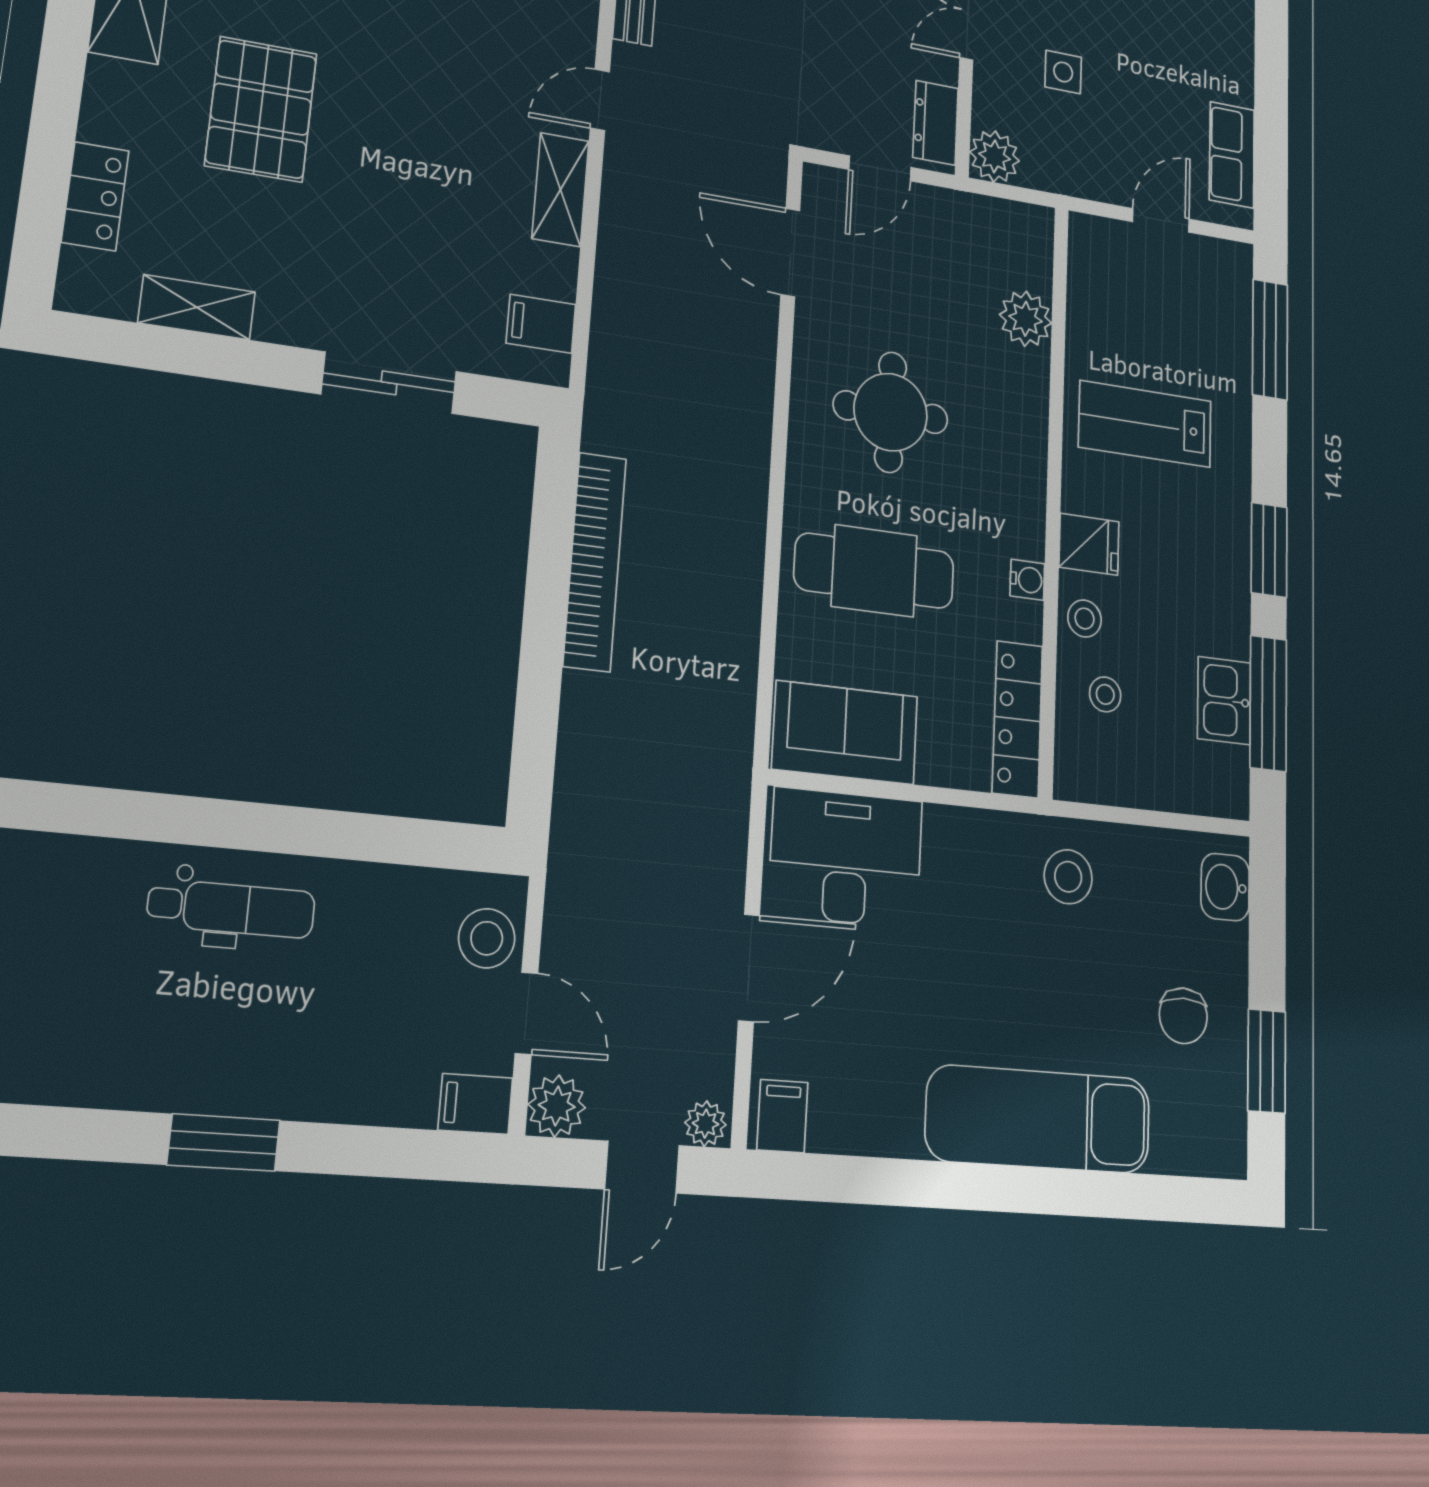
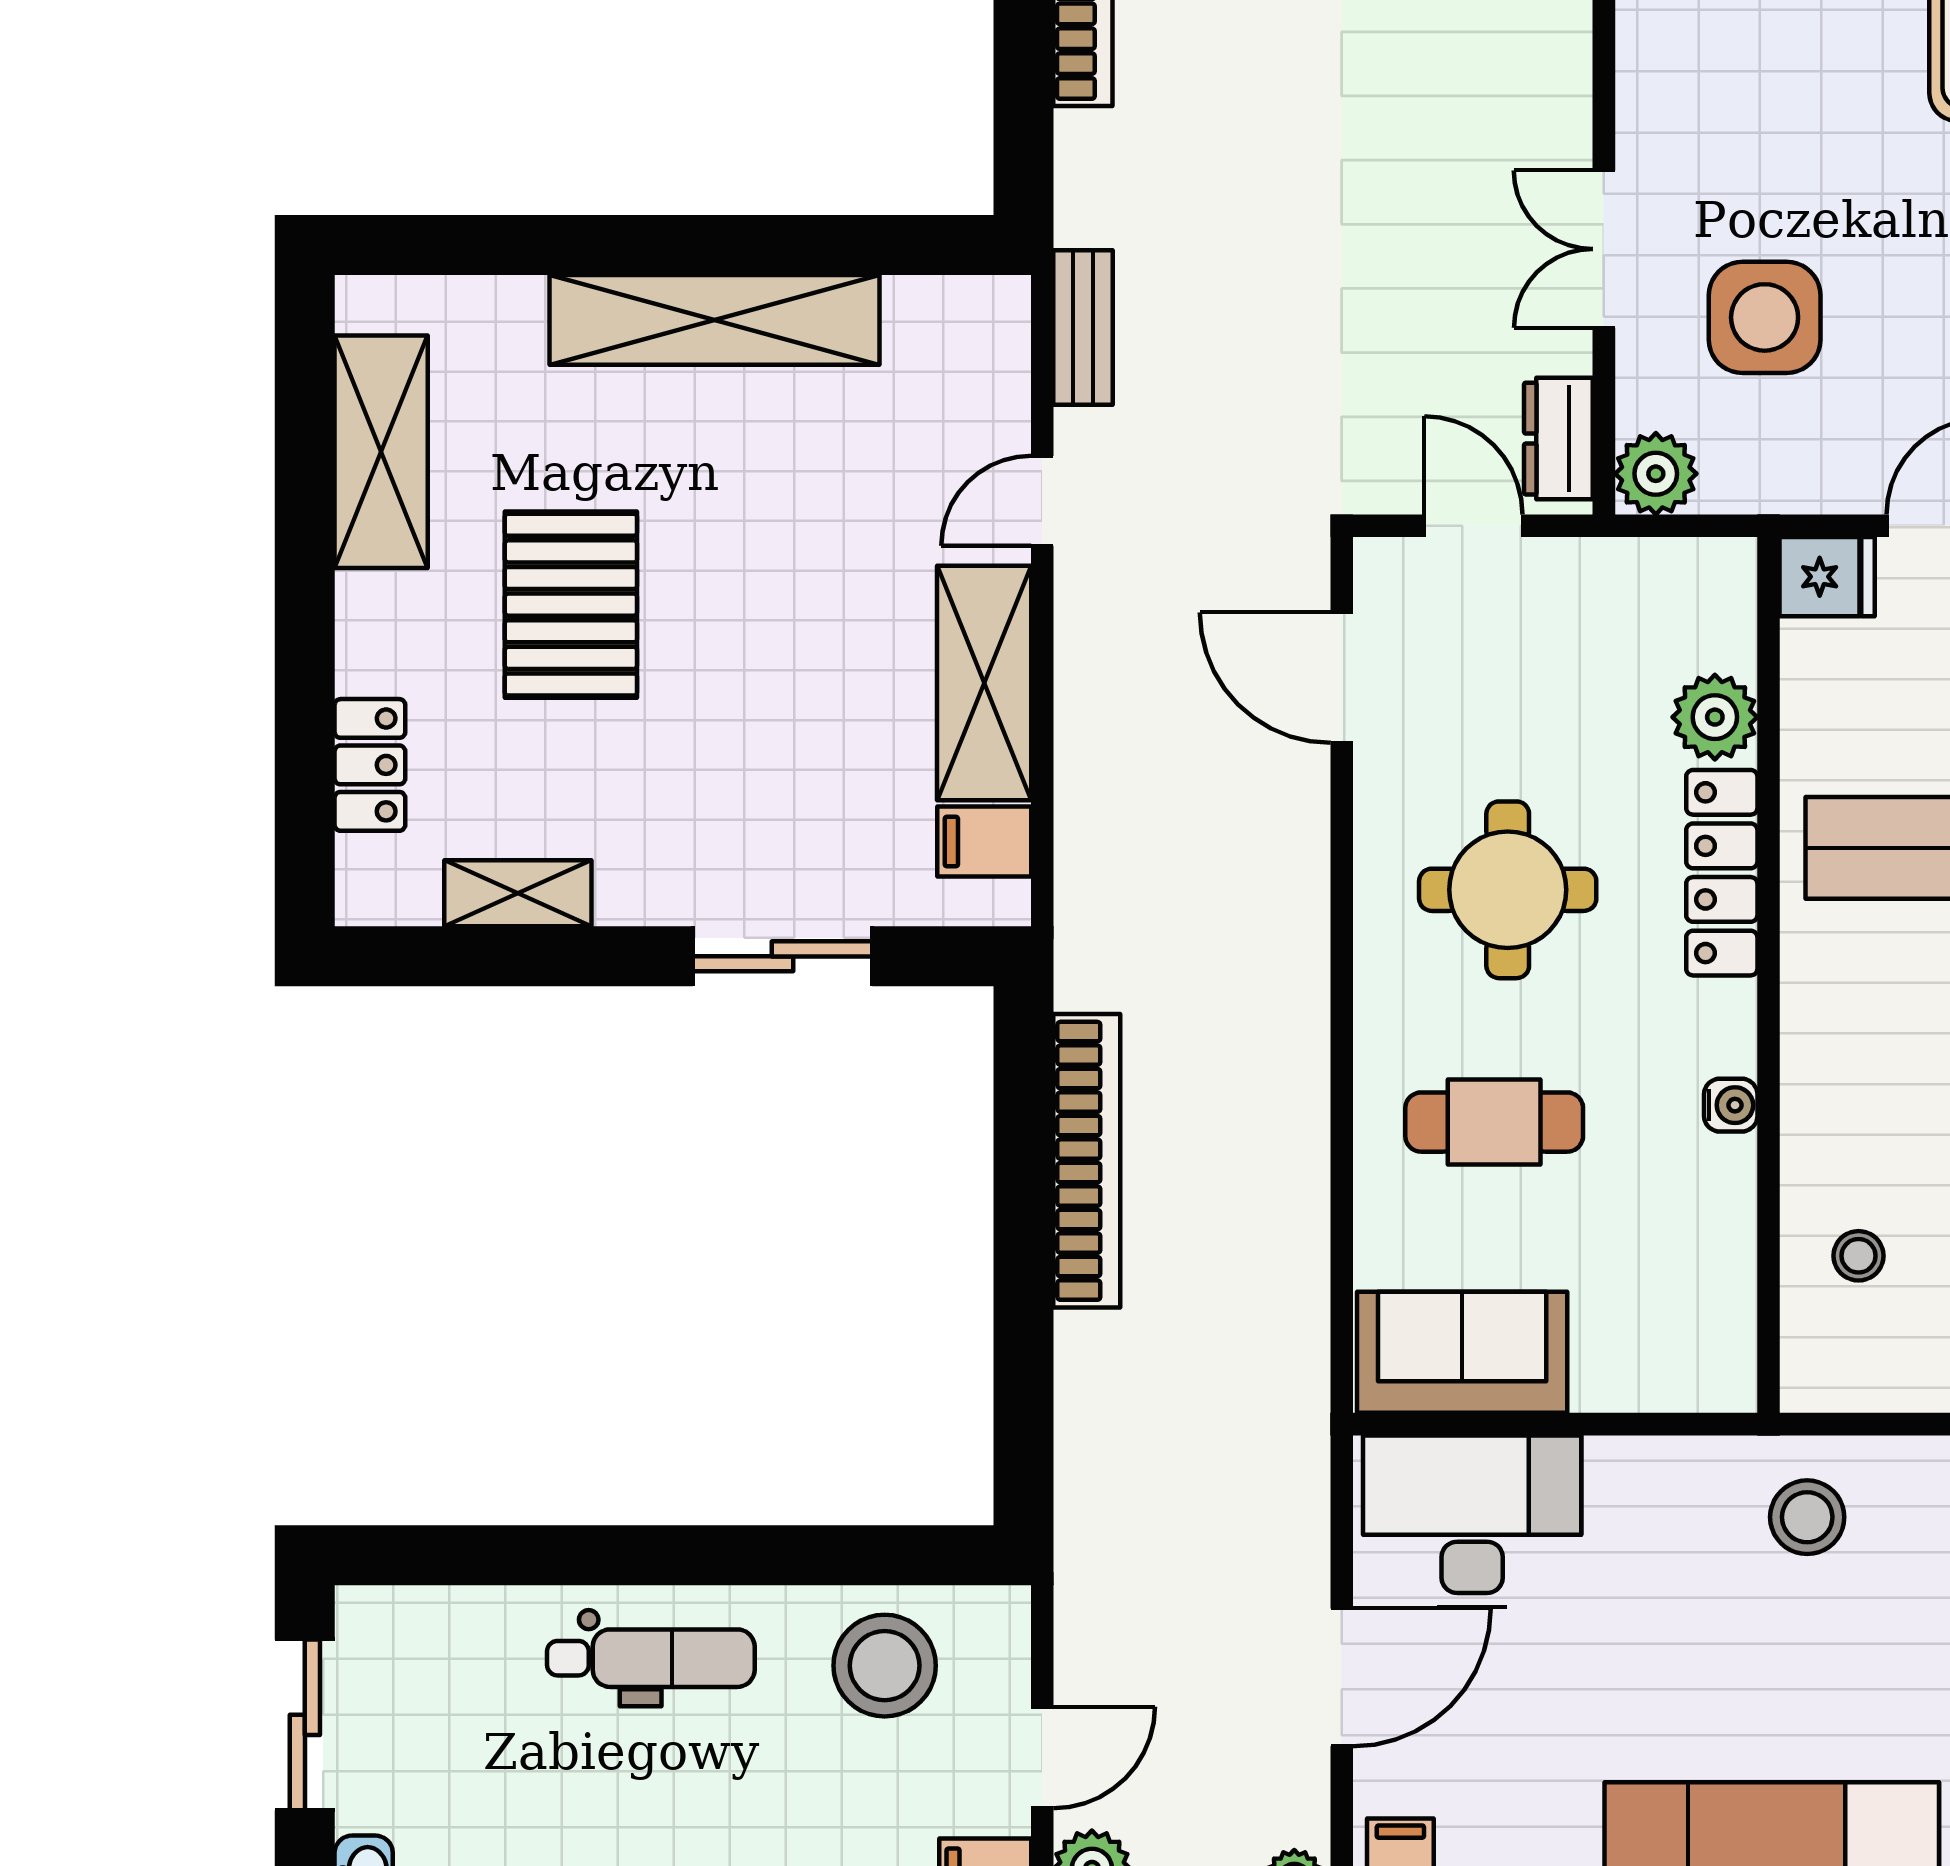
side table: (1063, 72) -> (1765, 317), width x1.87, depth x1.87
door: (880, 168) -> (1474, 526), swing flipped
shelving: (560, 190) -> (984, 683), width x1.50, depth x1.33
fridge: (1089, 544) -> (1827, 577), moved
cafe table: (874, 571) -> (1494, 1122), width x0.73, depth x0.74
stool: (1085, 619) -> (1823, 1150), removed
locker: (1017, 719) -> (1722, 873), moved
stool: (487, 938) -> (885, 1666), moved, width x1.38, depth x1.38
door: (526, 1013) -> (1042, 1757), hinge flipped

